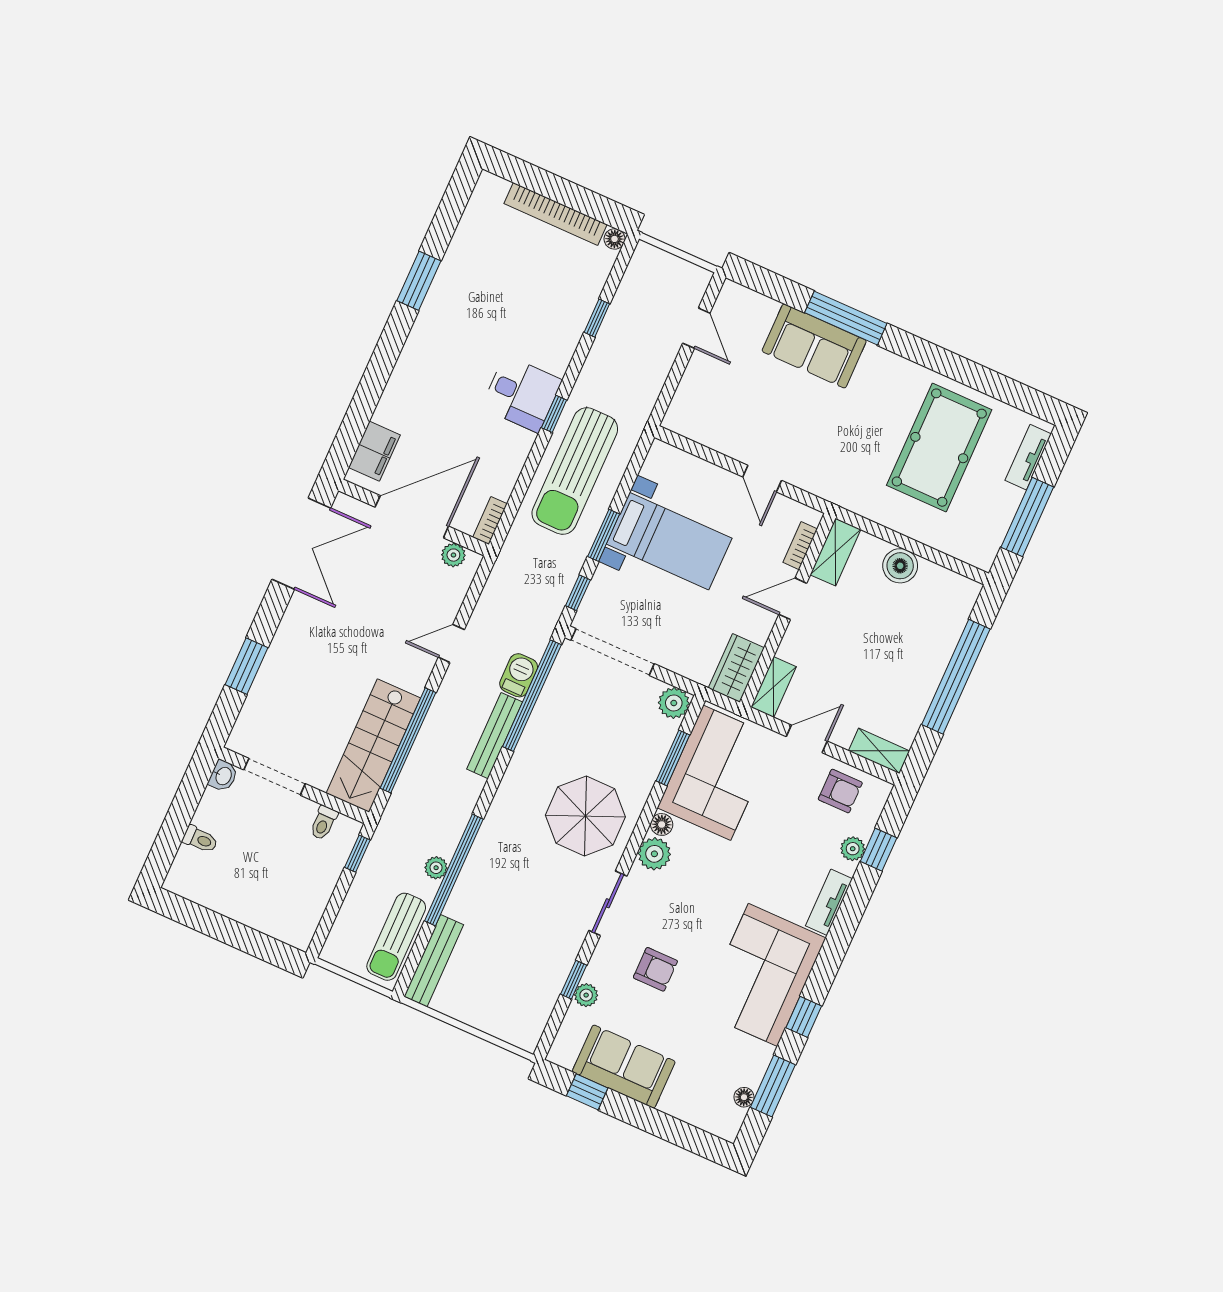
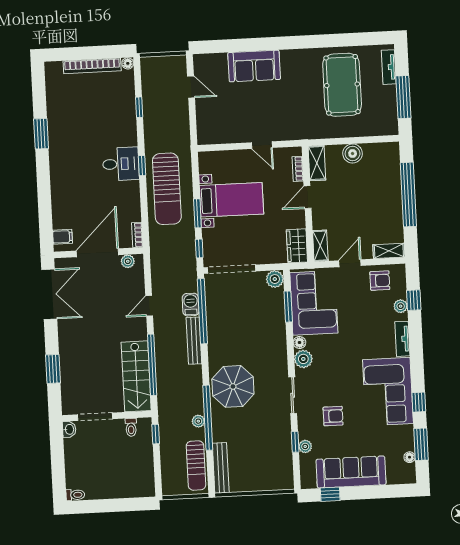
window: (846, 318) -> (263, 44), removed
filing cabinet: (374, 451) -> (62, 237), width x0.50
parasol: (585, 816) -> (233, 386), moved
toilet: (200, 839) -> (75, 495), moved
sofa: (624, 1067) -> (351, 472), width x1.36

